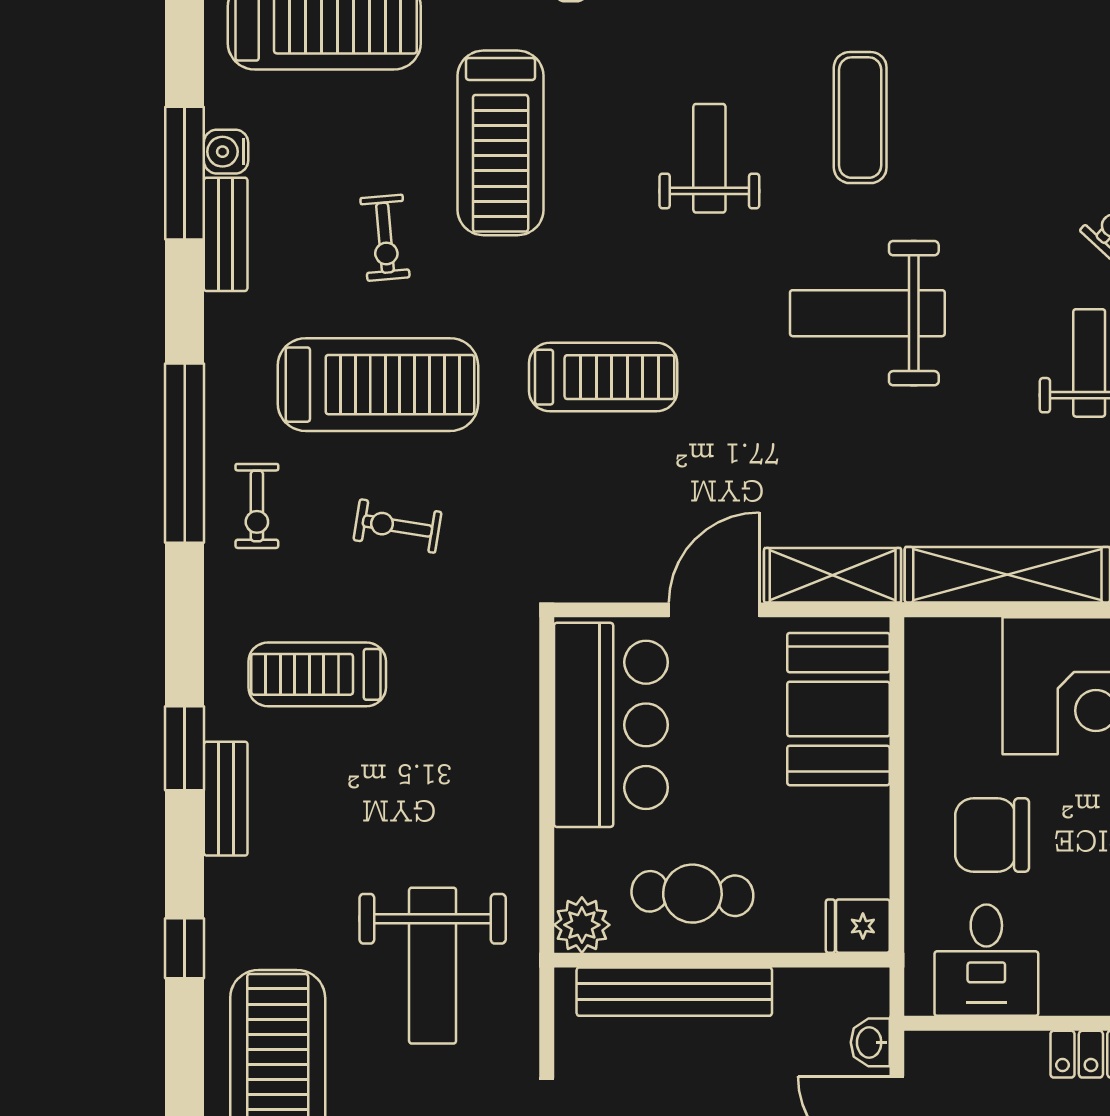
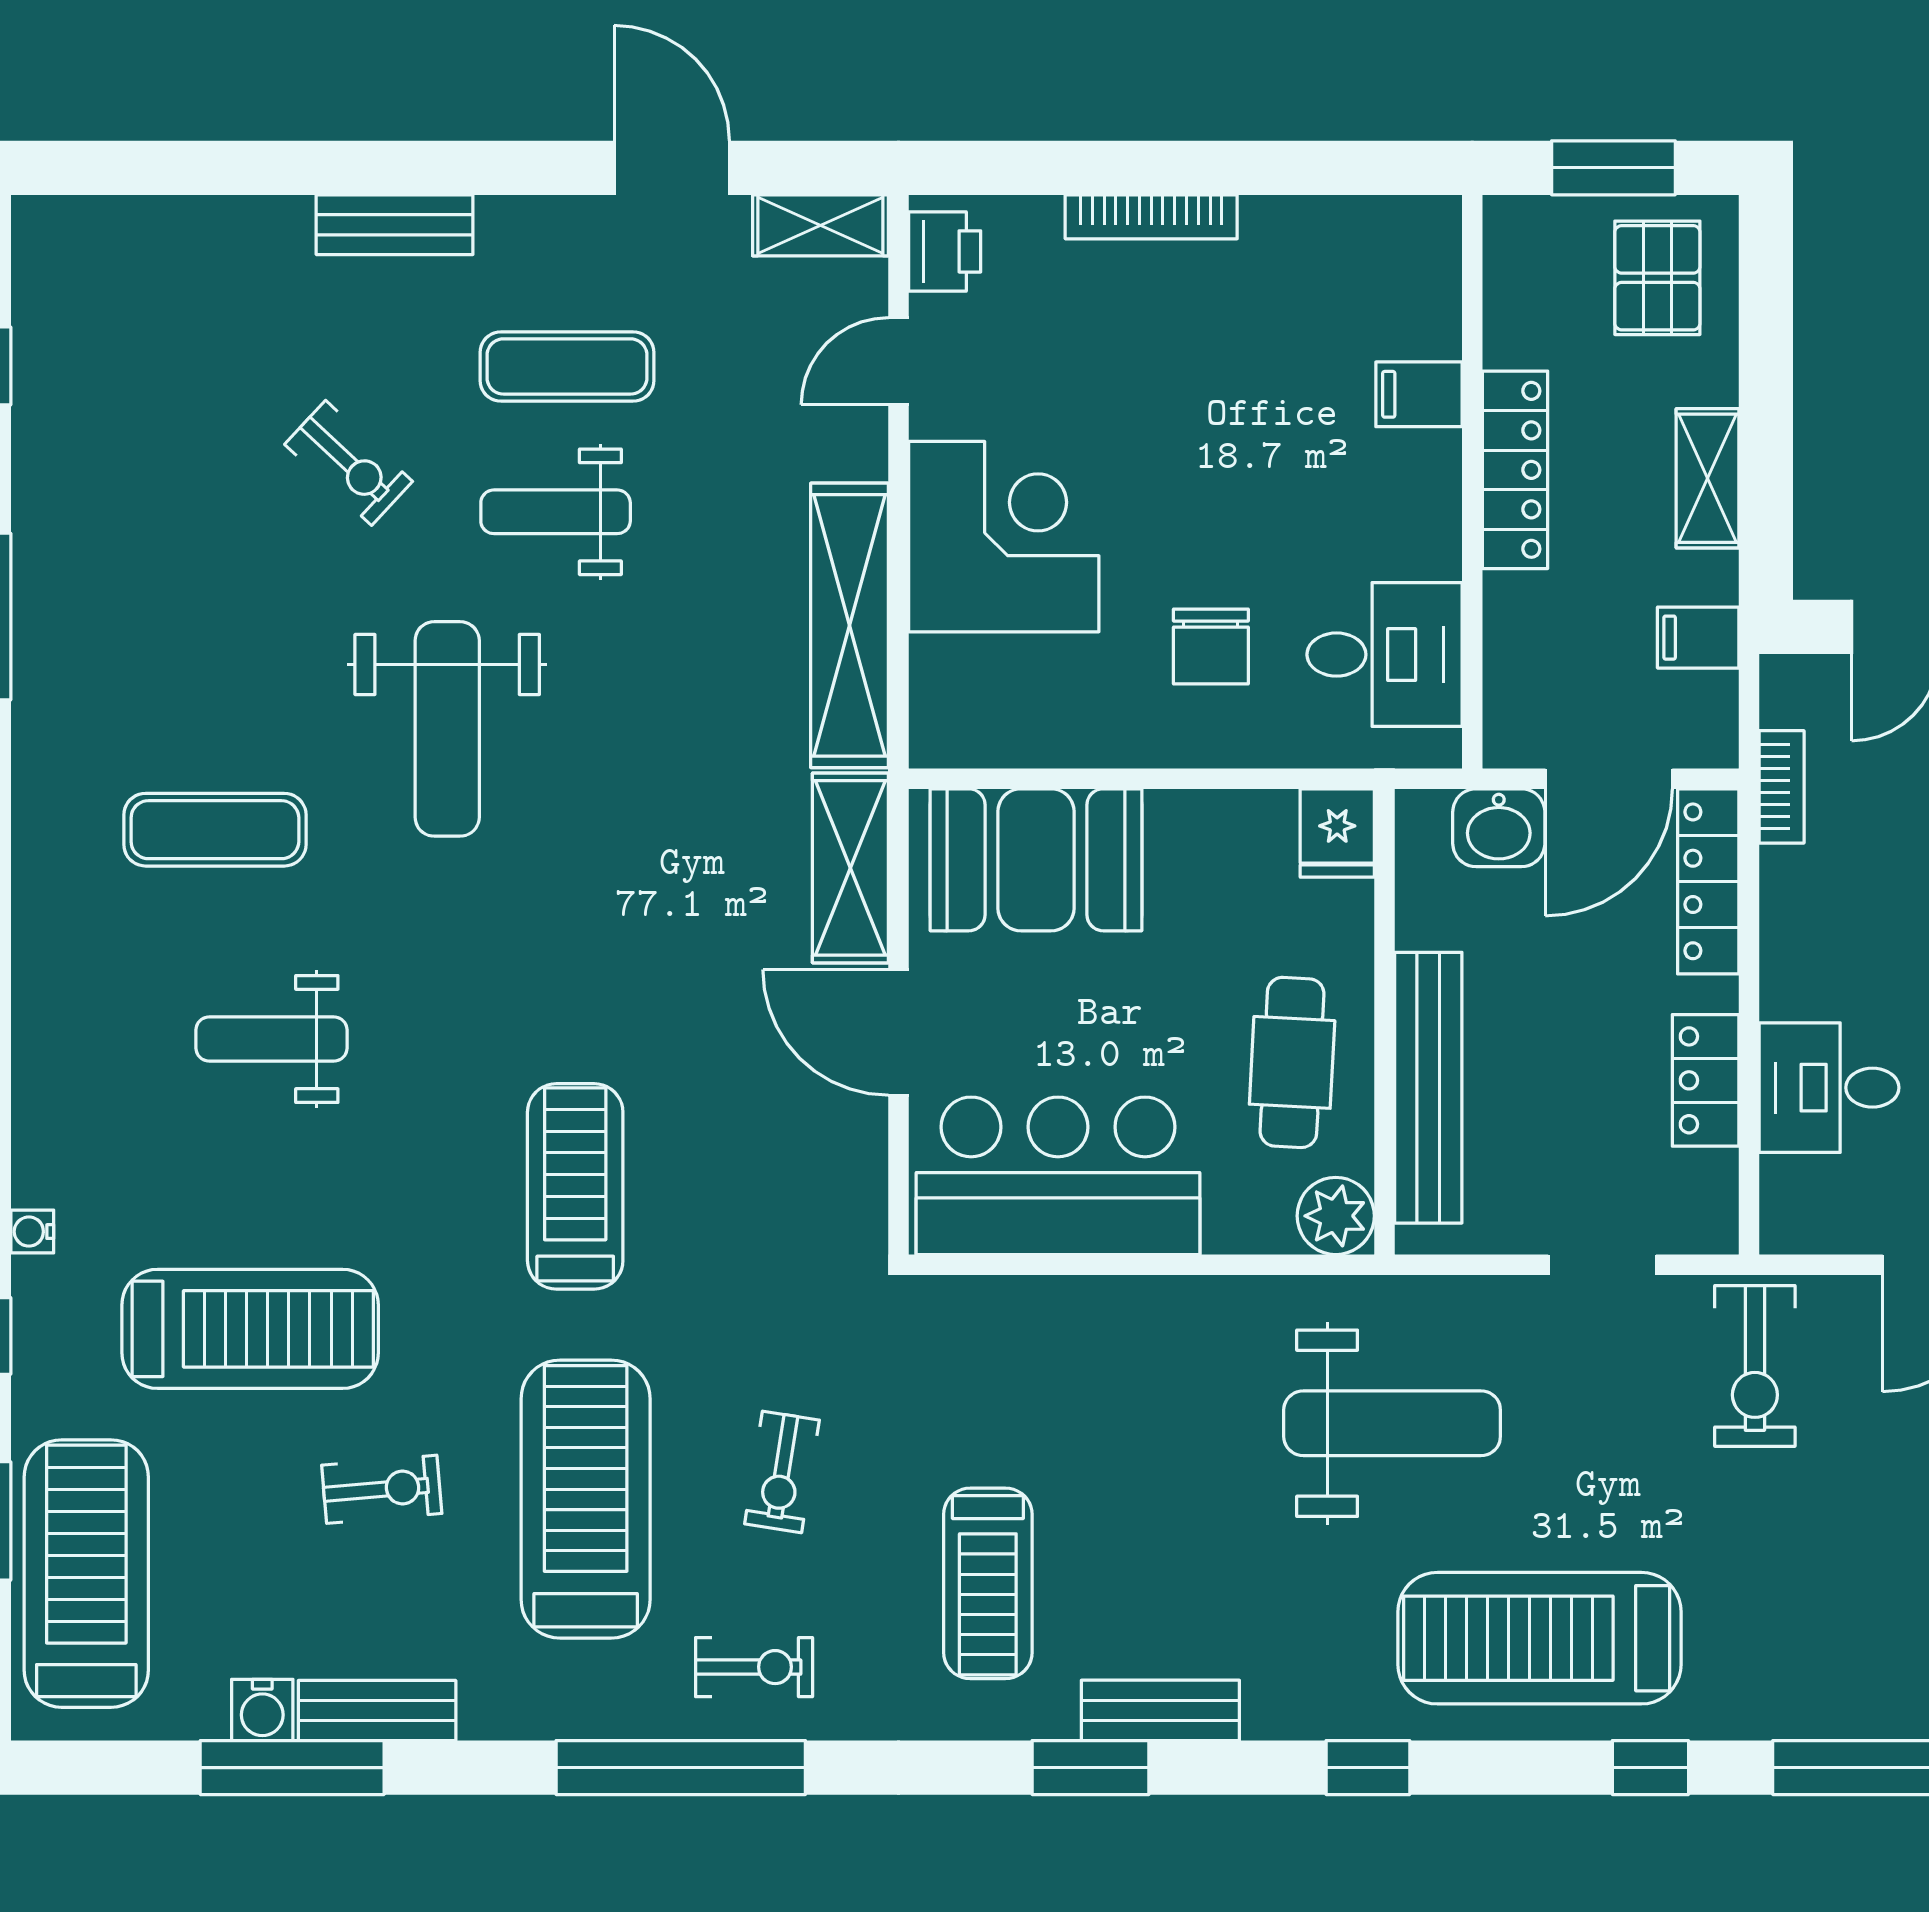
weight bench: (867, 313) -> (447, 729), moved
chair: (992, 835) -> (1211, 647), width x0.73, depth x0.73
washbasin: (870, 1042) -> (1499, 828), width x1.38, depth x1.45

